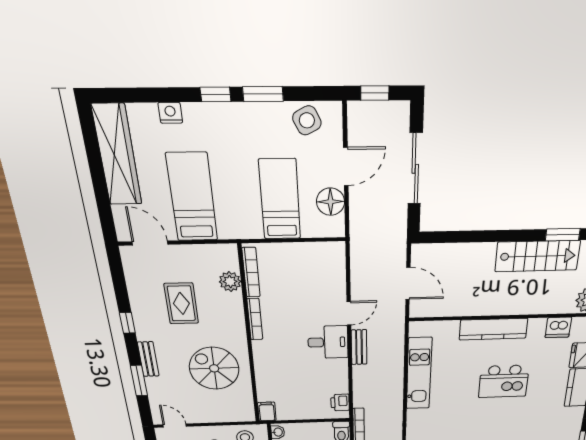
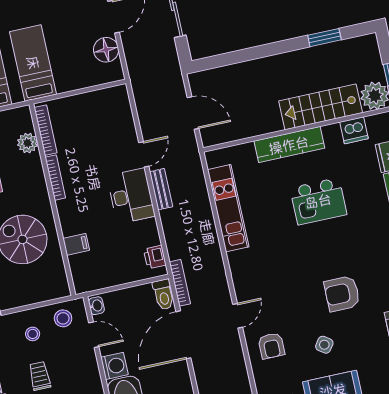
bed: (280, 200) -> (33, 63), moved
stairs: (537, 256) -> (321, 107), moved, turned 180
desk: (328, 342) -> (131, 196), width x1.37
filing cabinet: (267, 412) -> (76, 244), moved, turned 90

